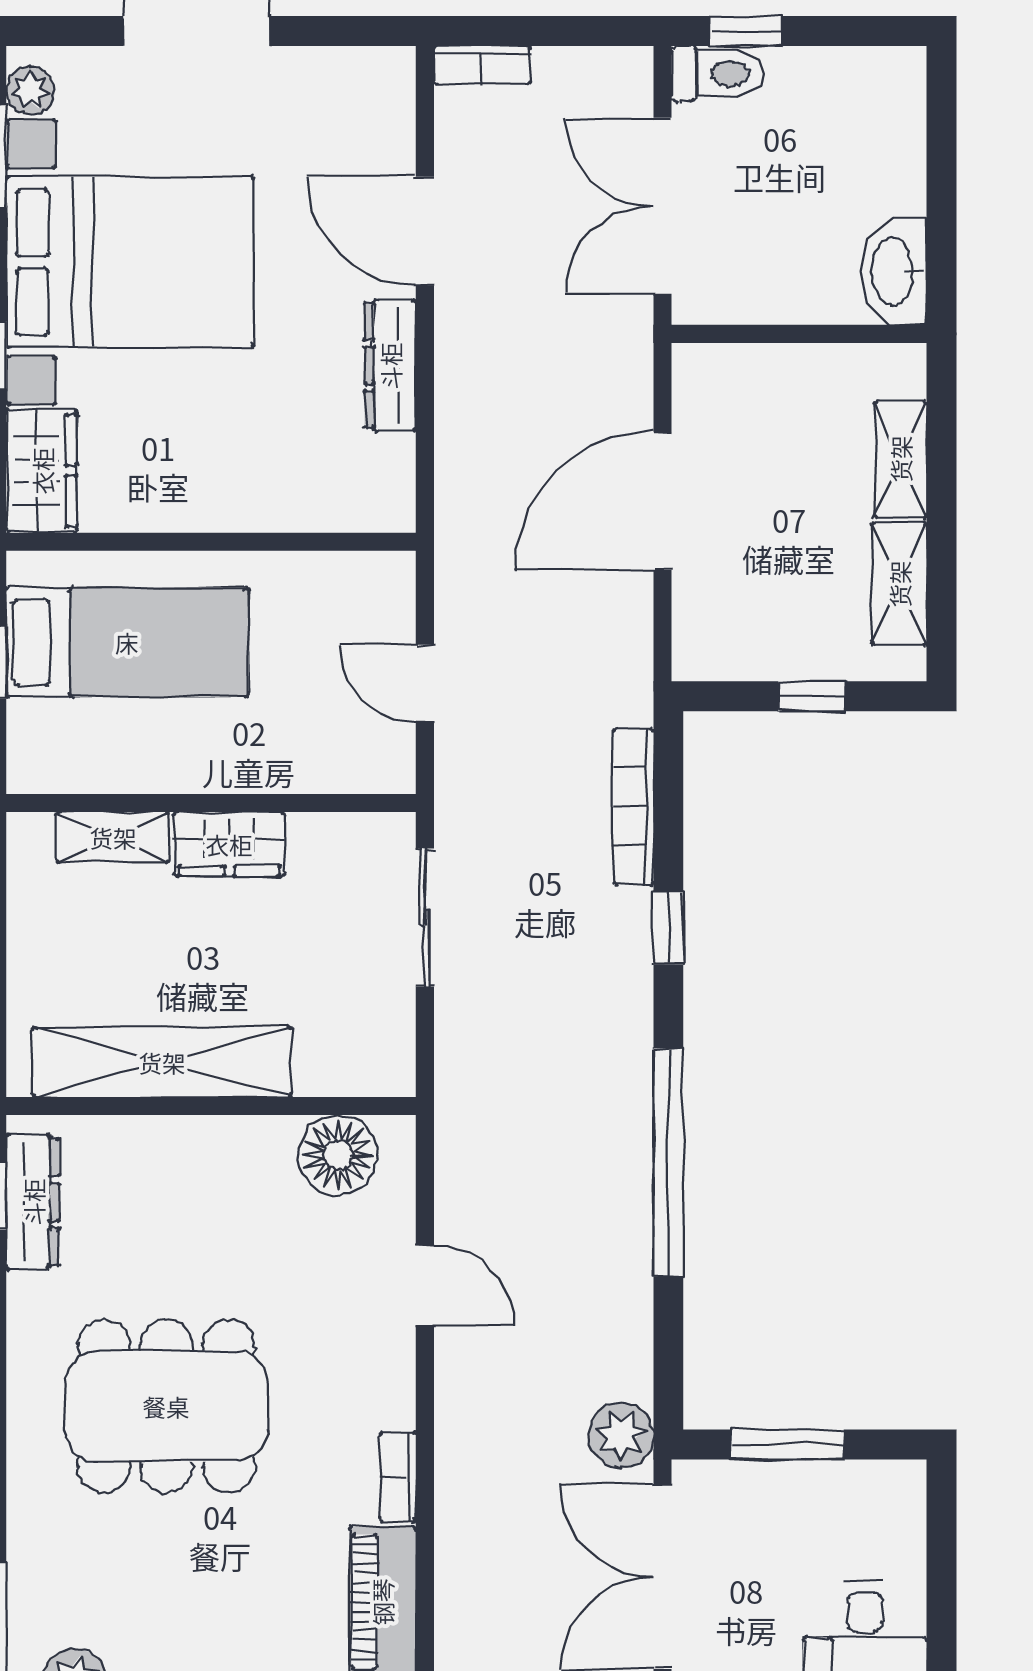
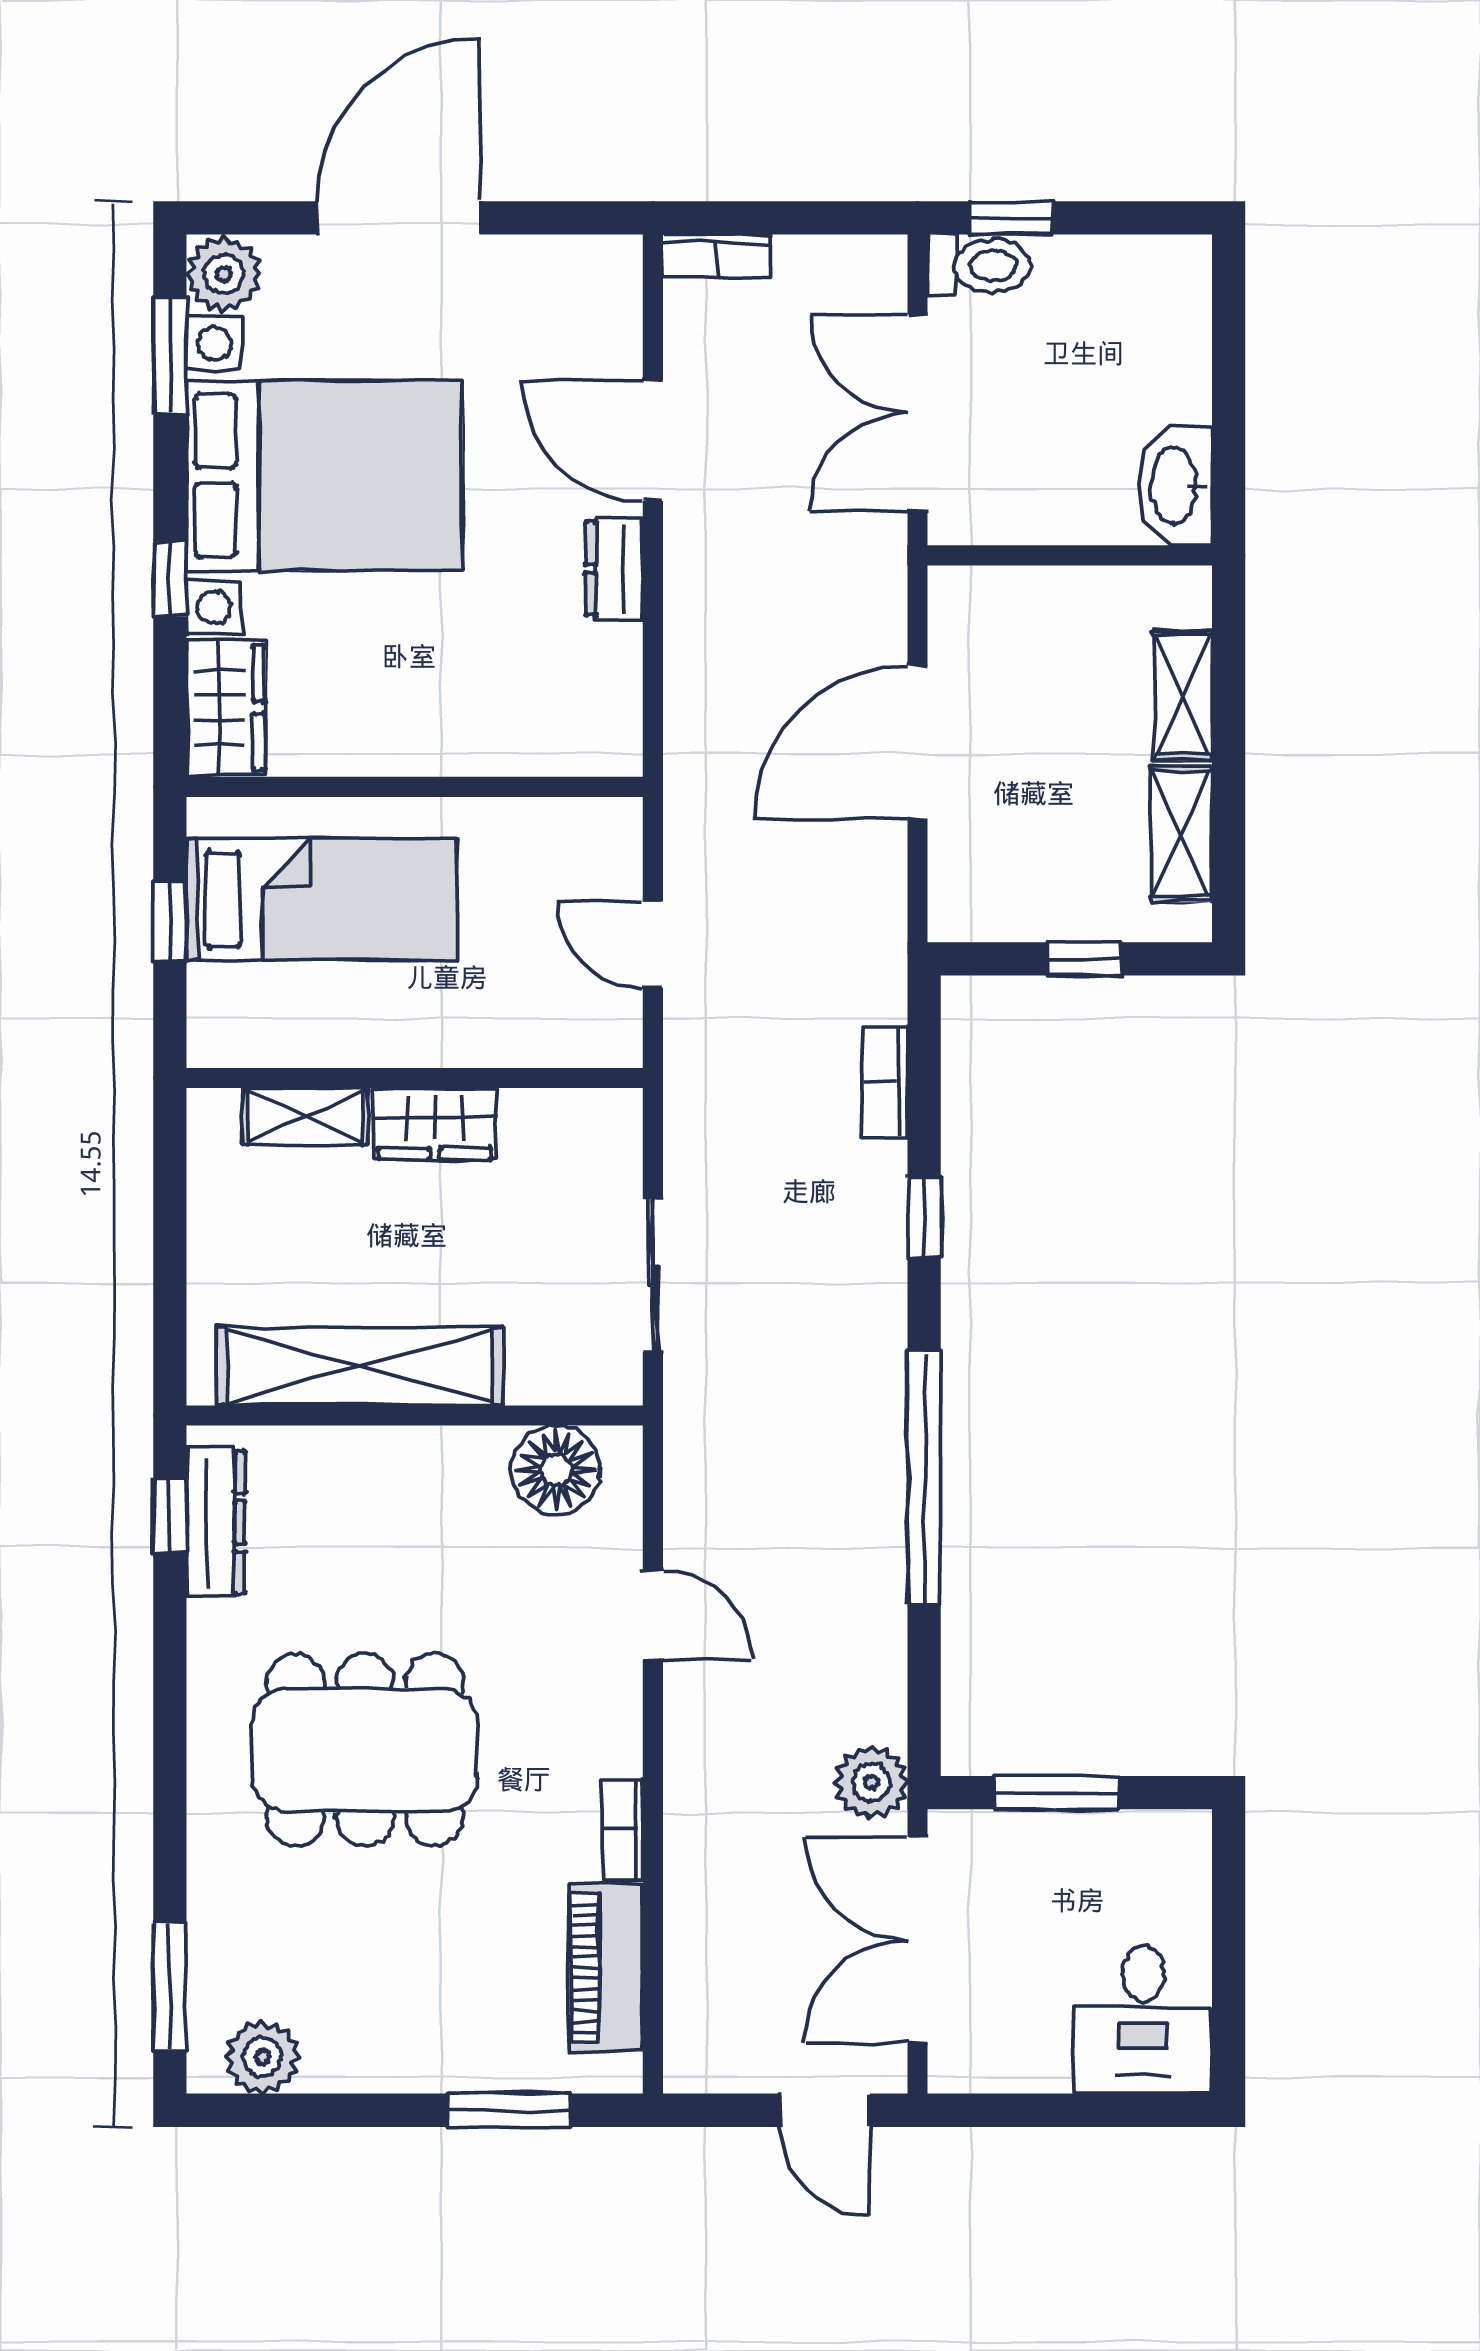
plant: (30, 91) -> (224, 274), width x1.38, depth x1.38
dresser: (390, 366) -> (614, 568), width x0.70
bookcase: (633, 806) -> (885, 1082), width x0.64
sliding door: (425, 918) -> (653, 1275), moved

